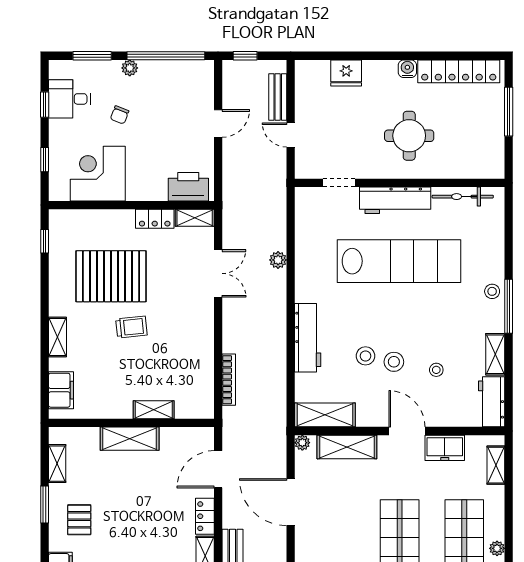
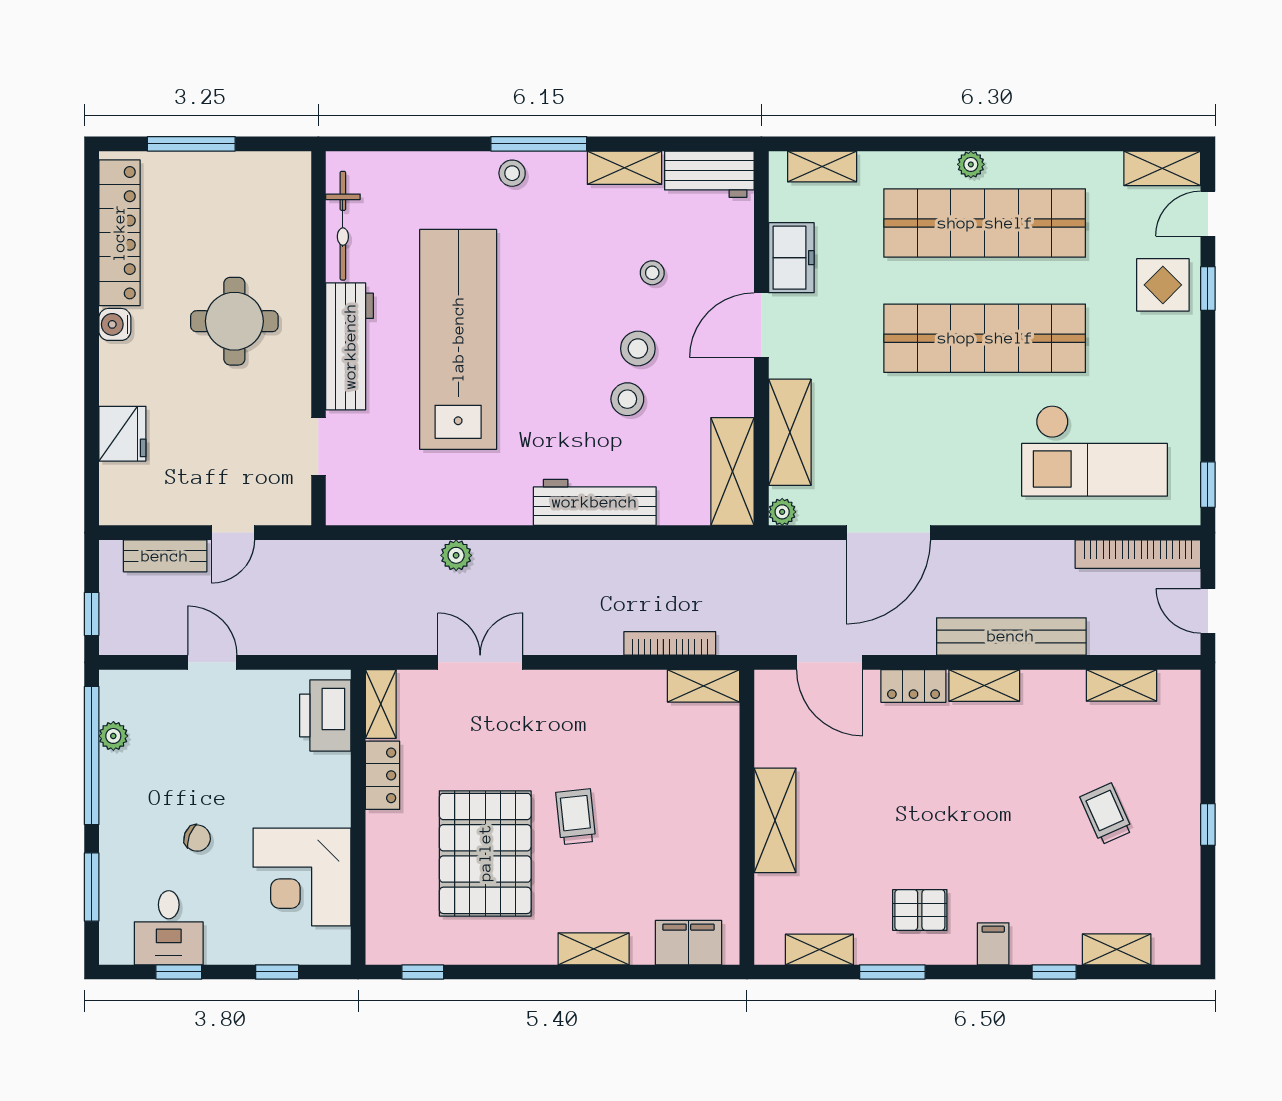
plant: (130, 68) -> (113, 736), moved
shelving: (154, 410) -> (704, 686), moved, turned 90

